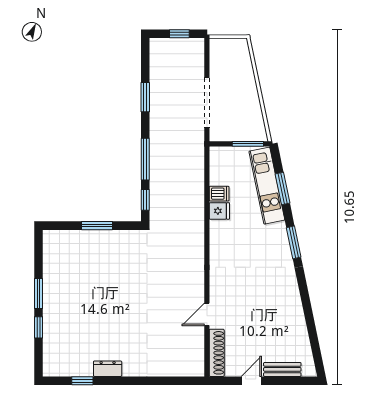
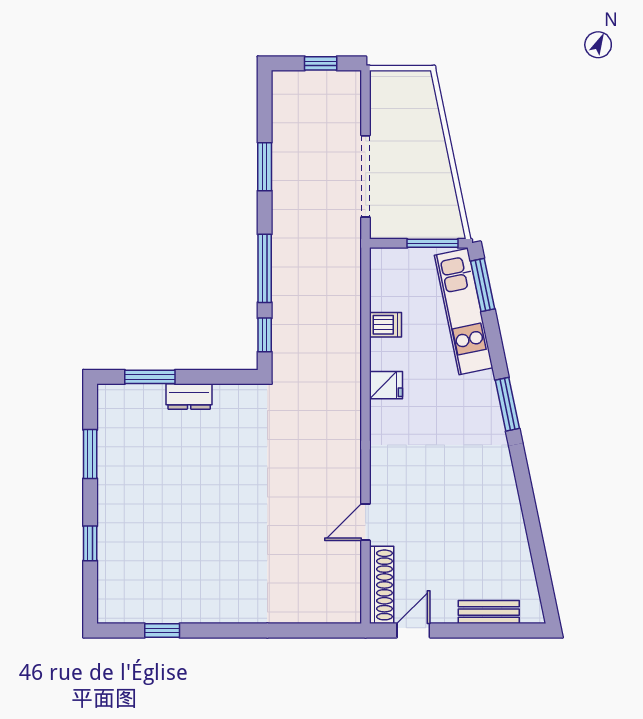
window: (282, 189) -> (483, 285), moved
fridge: (219, 211) -> (386, 385), moved
window: (97, 226) -> (150, 377), moved
window: (38, 294) -> (90, 454), moved
dresser: (108, 369) -> (189, 397), moved, turned 180
door: (251, 381) -> (413, 630), moved

